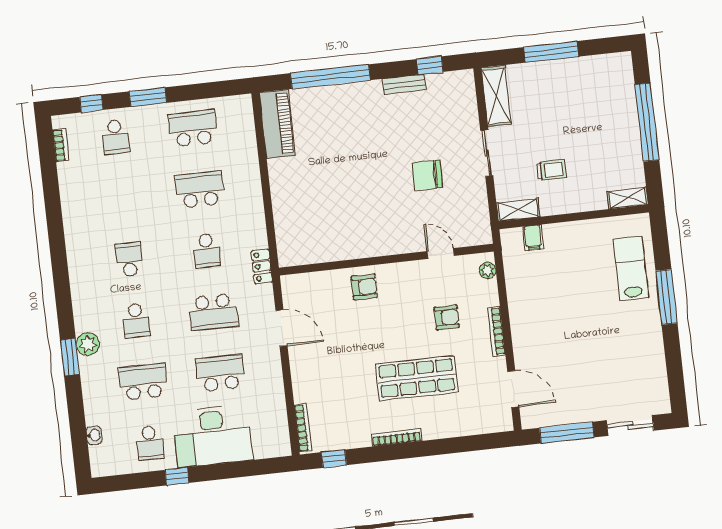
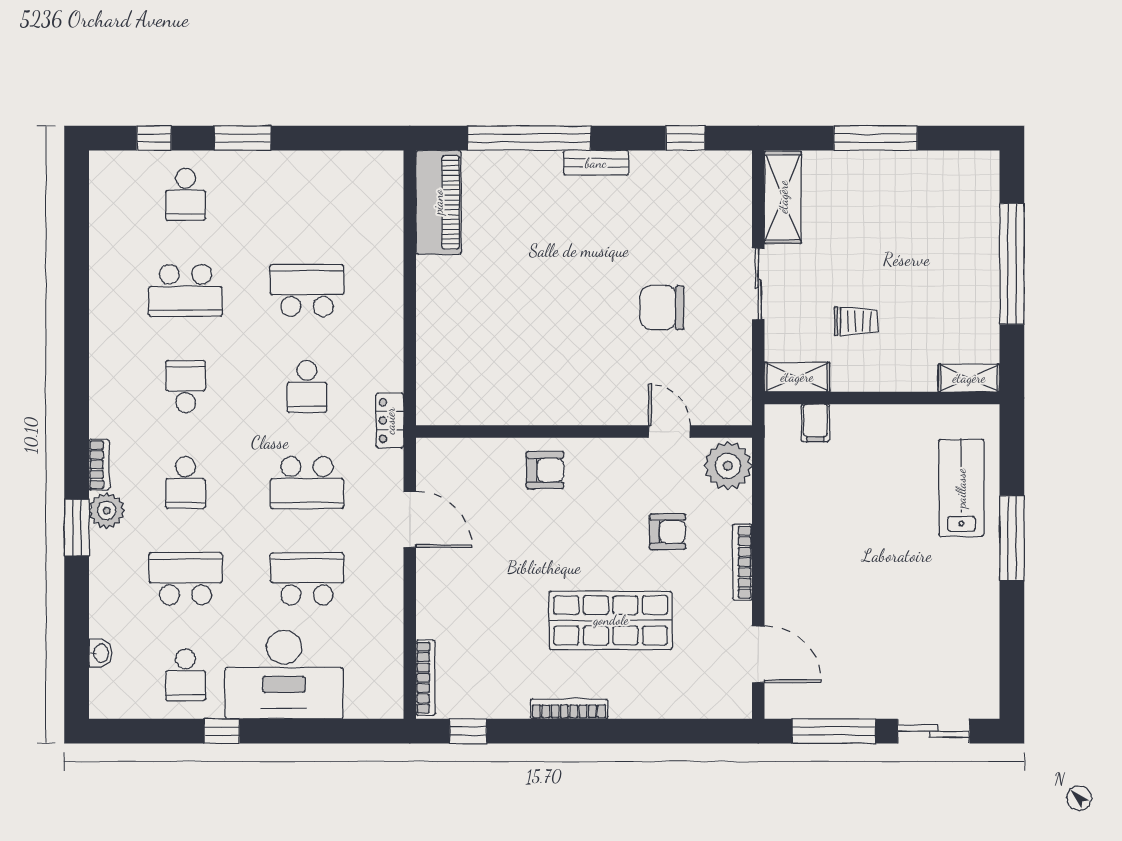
bench: (404, 84) -> (596, 163), moved
school desk: (193, 128) -> (186, 290), moved, turned 180
bookcase: (61, 145) -> (99, 465), moved
plant: (488, 270) -> (728, 466), width x1.88, depth x1.88

